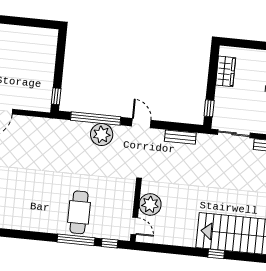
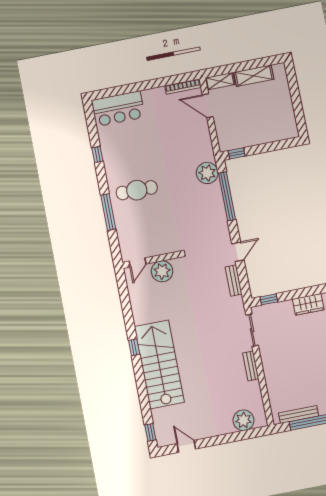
door: (141, 123) -> (238, 252), moved
plant: (102, 135) -> (207, 173), moved
cafe table: (79, 212) -> (137, 190), moved
window: (110, 243) -> (97, 155), moved

